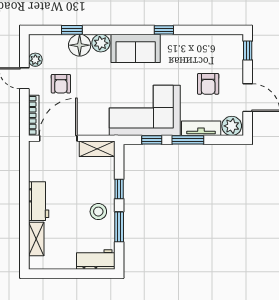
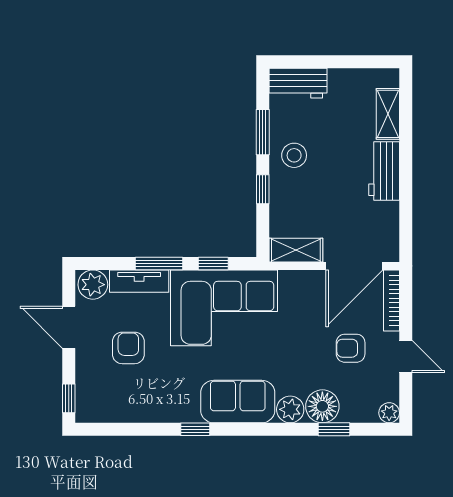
plant: (35, 60) -> (389, 413), moved
armchair: (61, 84) -> (351, 348), turned -90

